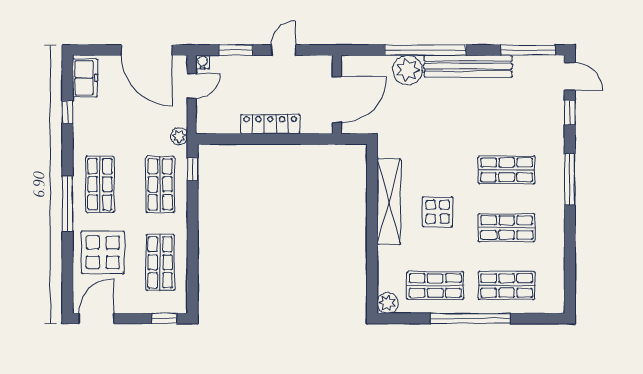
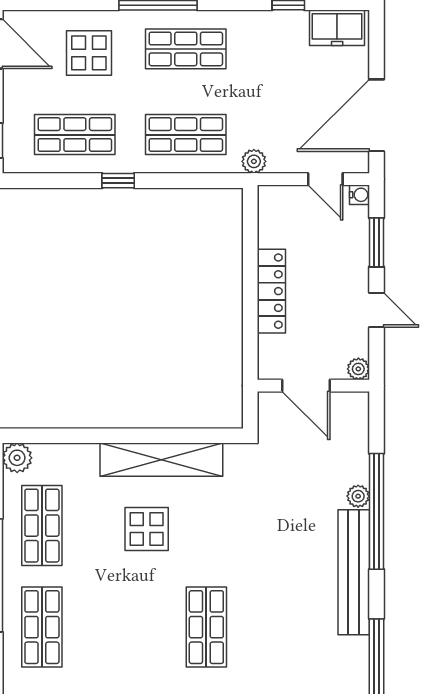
plant: (325, 63) -> (358, 369), added
plant: (408, 70) -> (358, 496), width x0.53, depth x0.53
door: (337, 100) -> (306, 386), width x0.73
window: (193, 169) -> (118, 181), moved
shop shelf: (507, 228) -> (124, 627), removed
display table: (103, 252) -> (89, 53), width x0.73, depth x0.73

